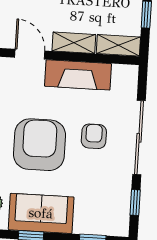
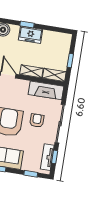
fireplace: (78, 75) -> (46, 90), moved
tv unit: (121, 204) -> (47, 157), added

